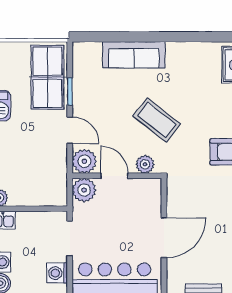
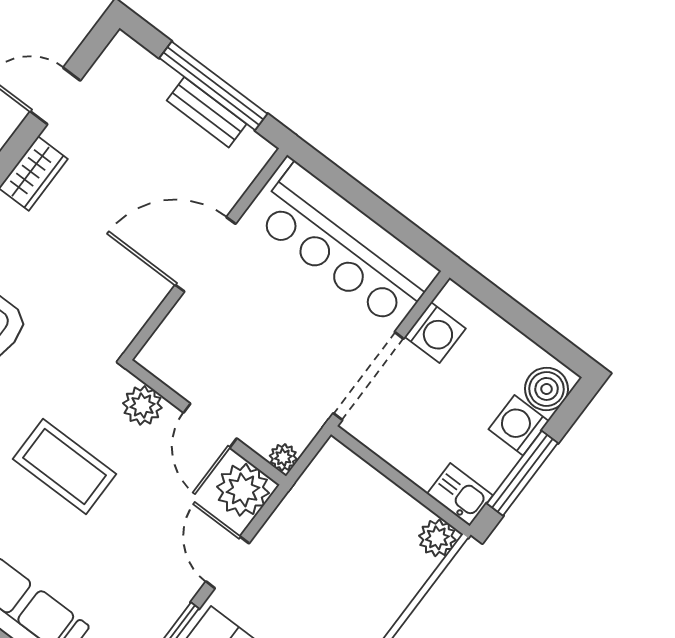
coffee table: (157, 120) -> (65, 466), turned -38
plant: (84, 190) -> (283, 457), width x0.53, depth x0.53
doorway: (70, 238) -> (368, 376), width x1.36

